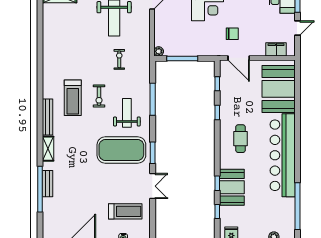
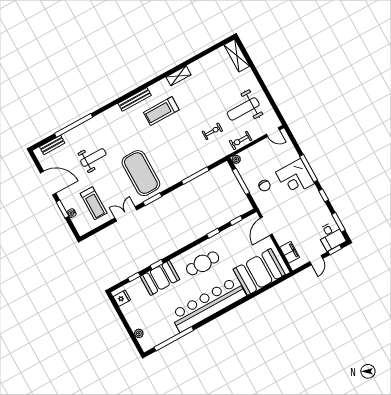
door: (298, 28) -> (316, 260), hinge flipped
chair: (232, 34) -> (265, 186), moved
exercise bike: (99, 96) -> (240, 140), moved
weight bench: (127, 113) -> (93, 158), moved
cafe table: (241, 139) -> (203, 263), width x1.37, depth x1.35
shelving: (48, 149) -> (179, 76), moved
bench: (47, 184) -> (52, 145), moved
double door: (153, 186) -> (126, 214), swing flipped

